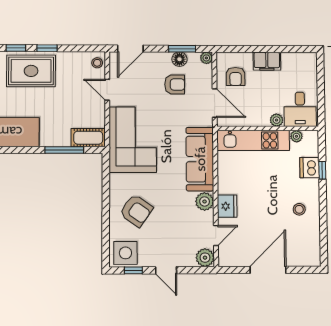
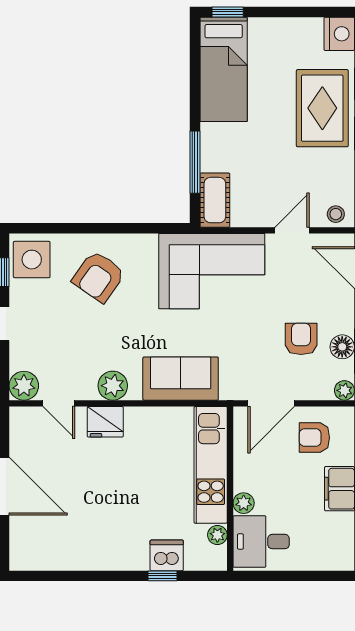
armchair: (175, 84) -> (301, 339), turned 180
sofa: (200, 159) -> (181, 379), width x0.73
stool: (299, 209) -> (100, 537), removed

